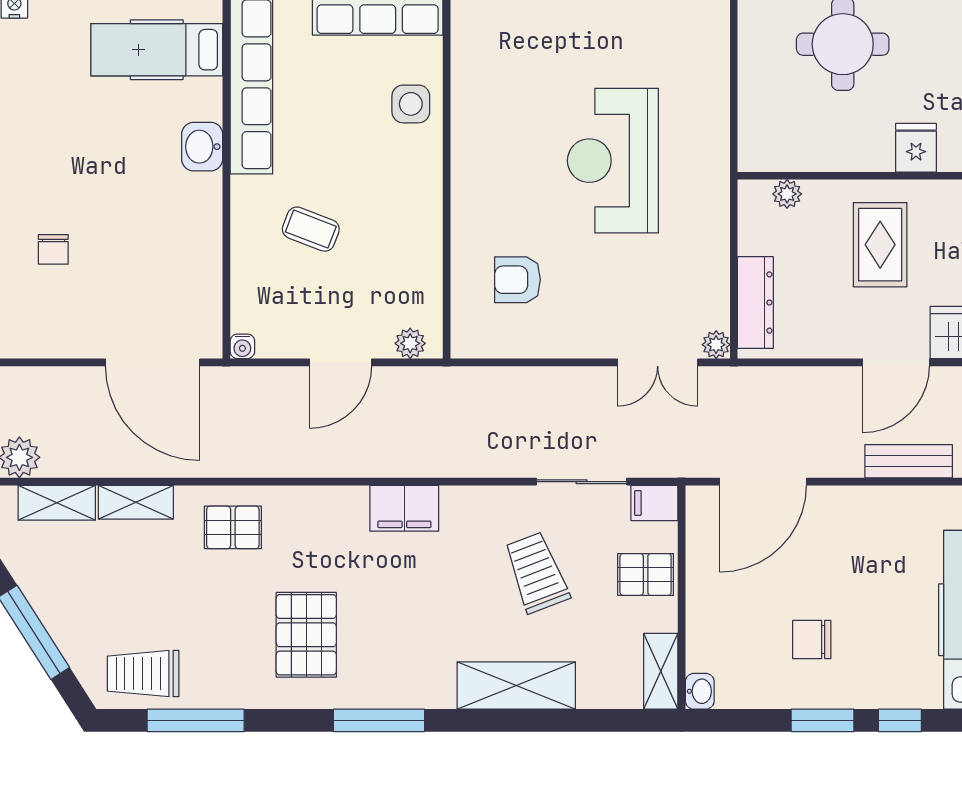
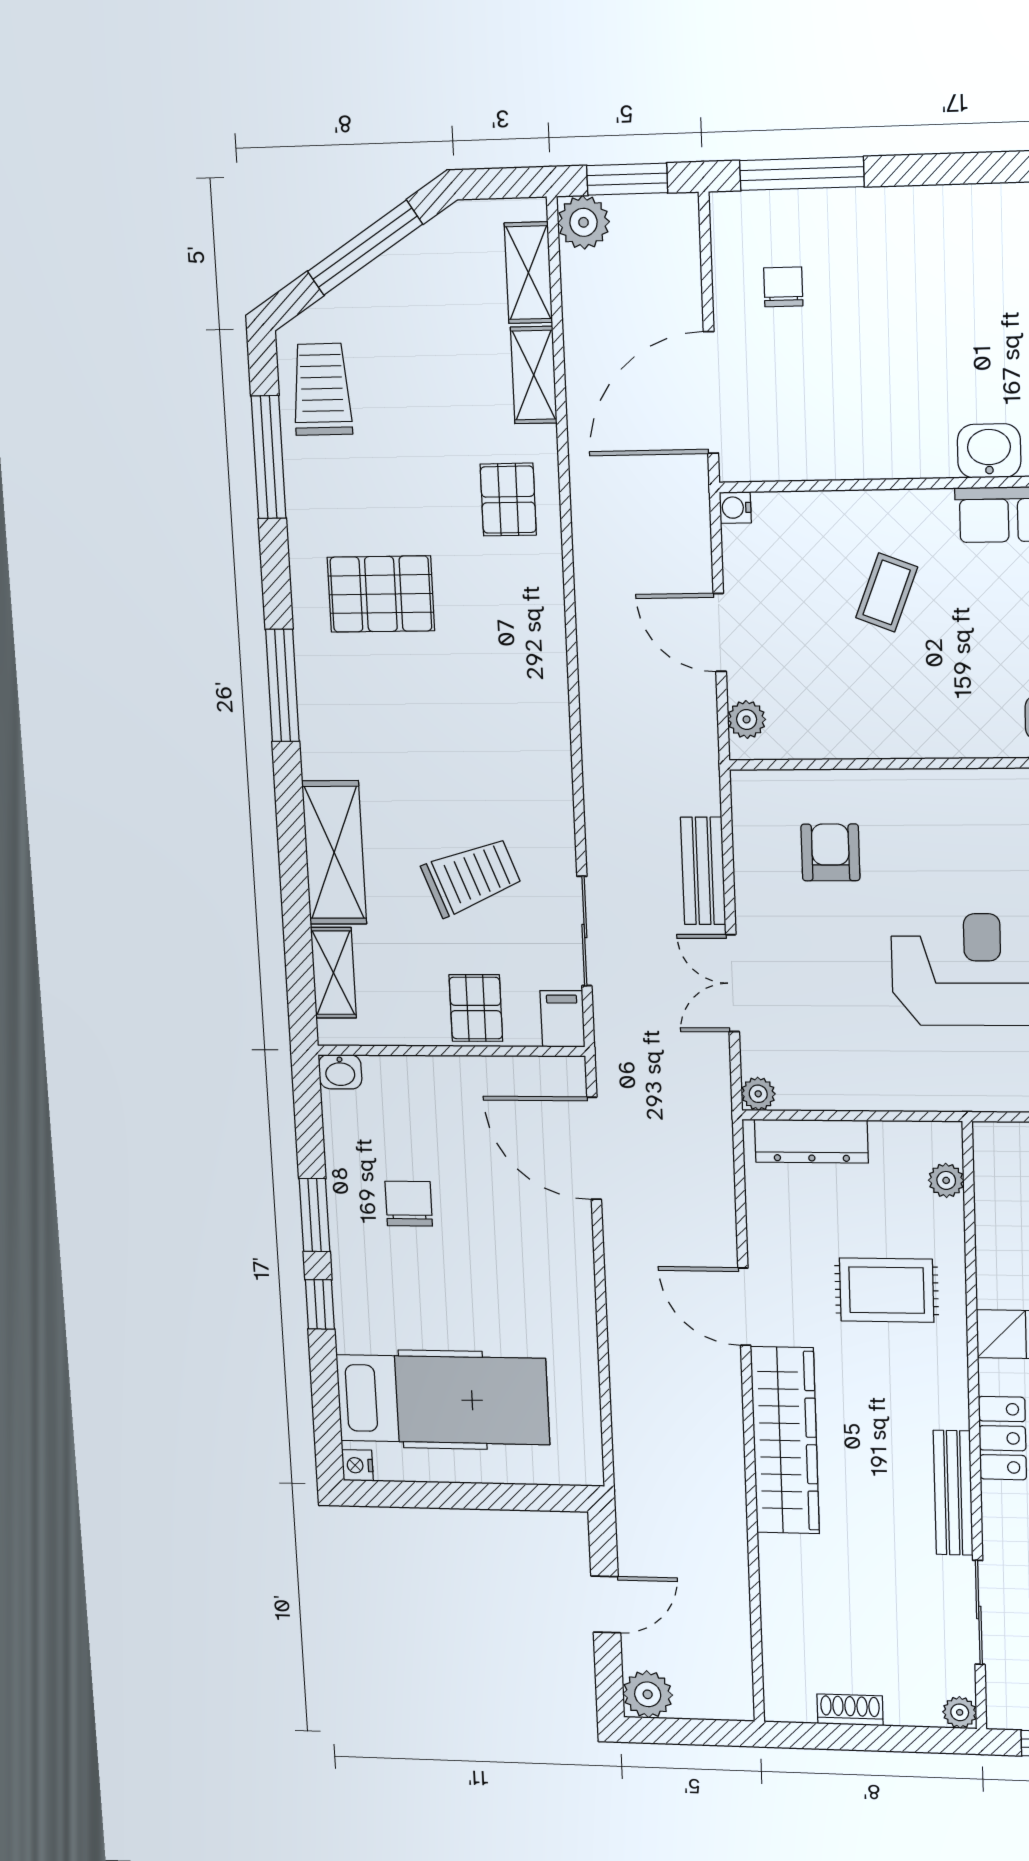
chair: (53, 249) -> (783, 287), moved, turned 90
double door: (658, 362) -> (733, 983), moved
bench: (909, 461) -> (703, 871), moved
filing cabinet: (404, 508) -> (542, 714), removed
shelving: (661, 671) -> (333, 973), moved, turned 90

